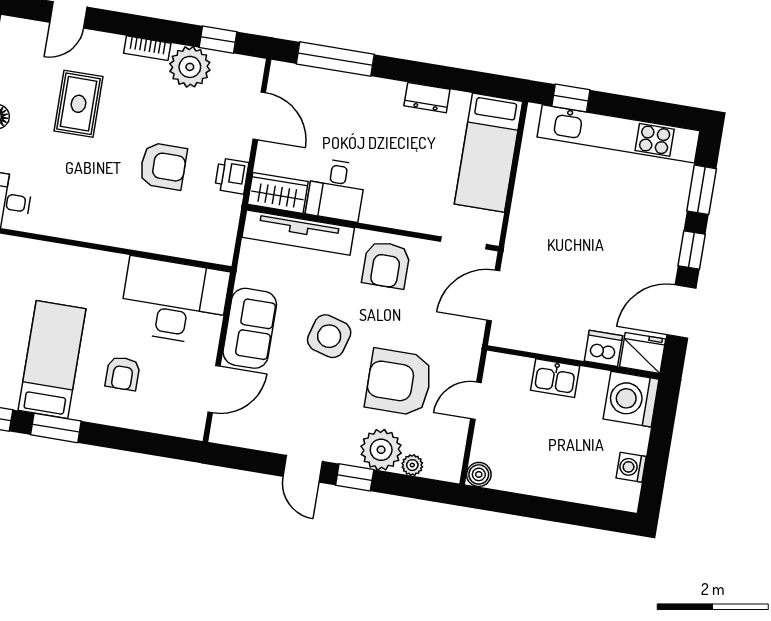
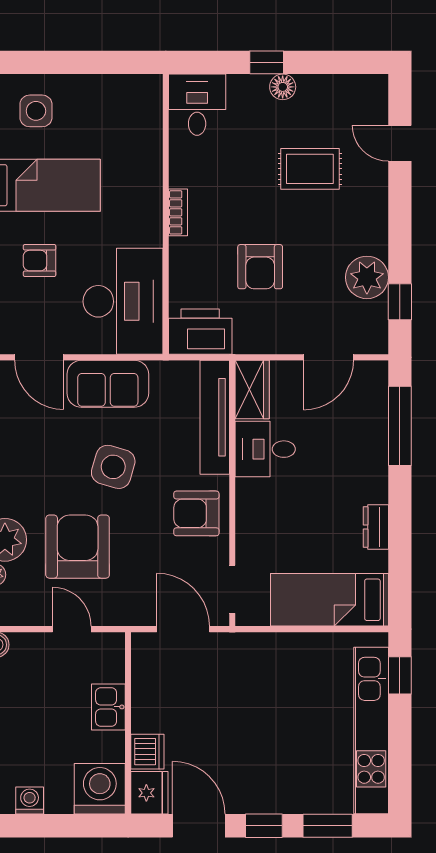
bookcase: (147, 48) -> (178, 212), moved, turned 180
printer: (232, 176) -> (200, 332), moved, width x1.87, depth x1.48

